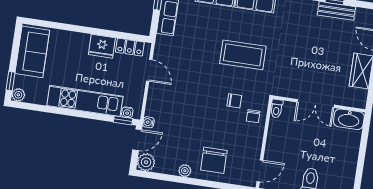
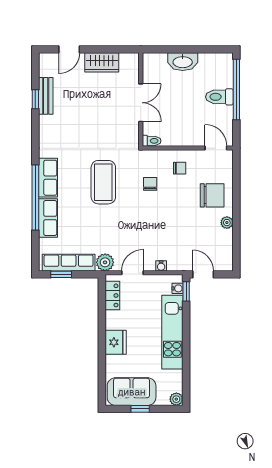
fridge: (102, 46) -> (116, 342), moved
window: (11, 81) -> (140, 409), moved
chair: (253, 116) -> (180, 168), moved
washbasin: (349, 119) -> (183, 62), moved, turned 90
water cooler: (148, 122) -> (161, 266), moved
plant: (146, 162) -> (105, 262), moved

